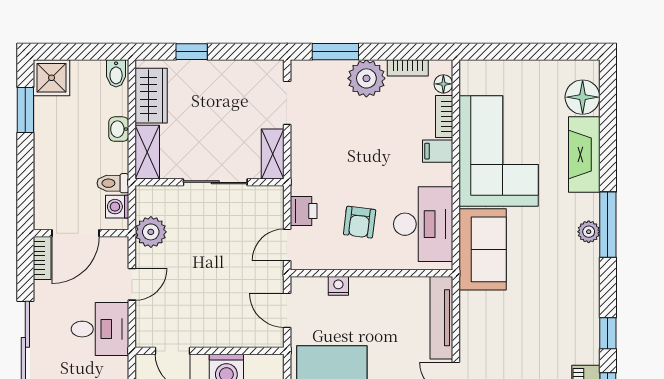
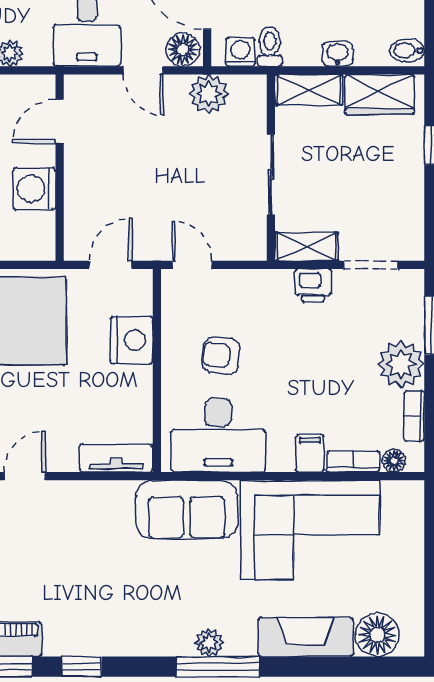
printer: (304, 211) -> (313, 285), moved
floor lamp: (115, 252) -> (183, 50), added
nightstand: (338, 286) -> (132, 340), width x1.89, depth x1.79
tv unit: (441, 318) -> (116, 458), width x0.71

